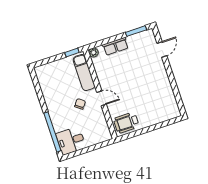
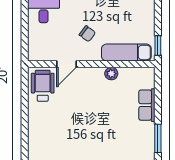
plant: (93, 53) -> (111, 74), moved
door: (102, 98) -> (67, 64), moved

